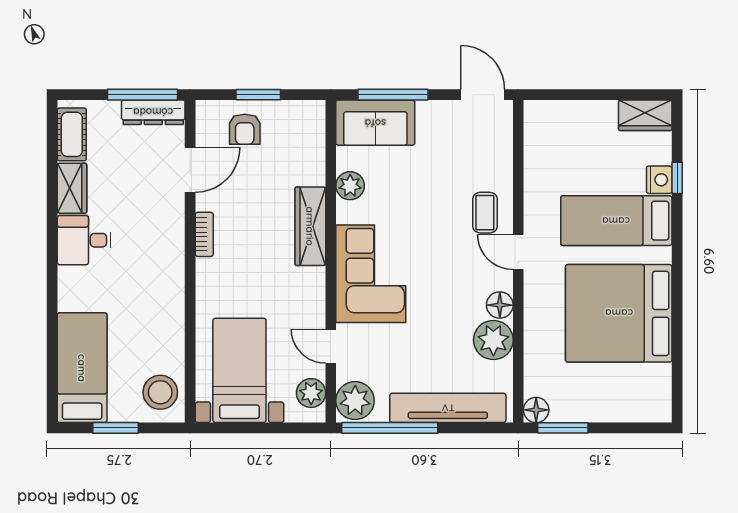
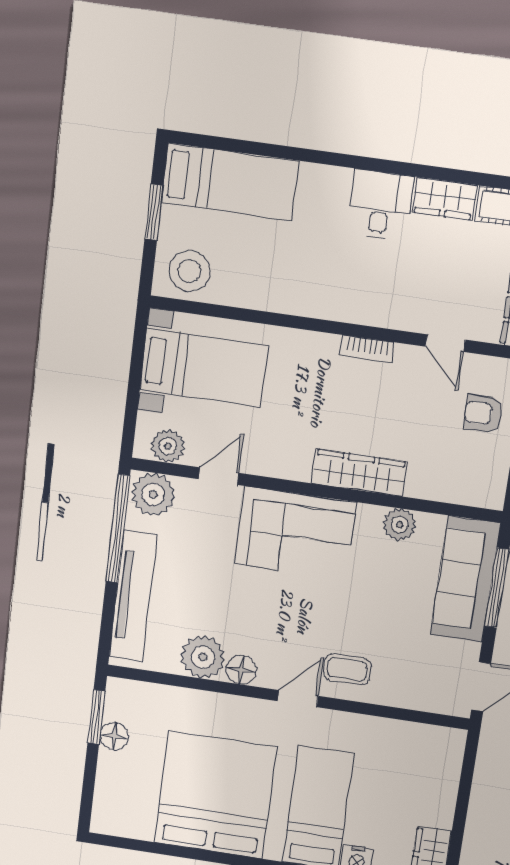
sofa: (375, 123) -> (465, 579), width x1.36
door: (190, 170) -> (445, 343), width x0.73
floor lamp: (536, 410) -> (114, 736), moved

